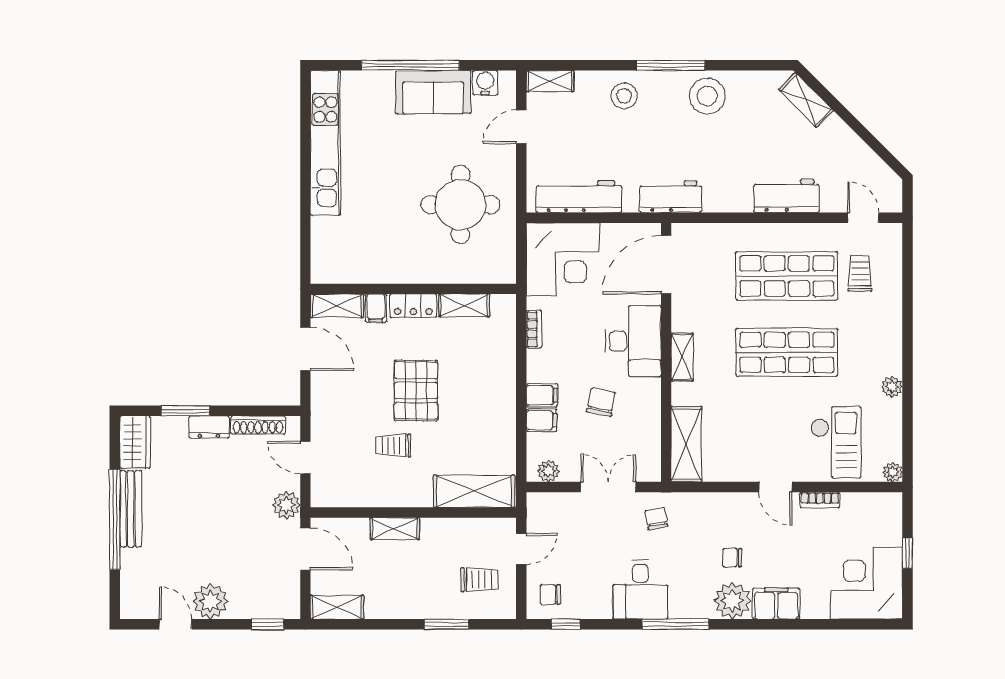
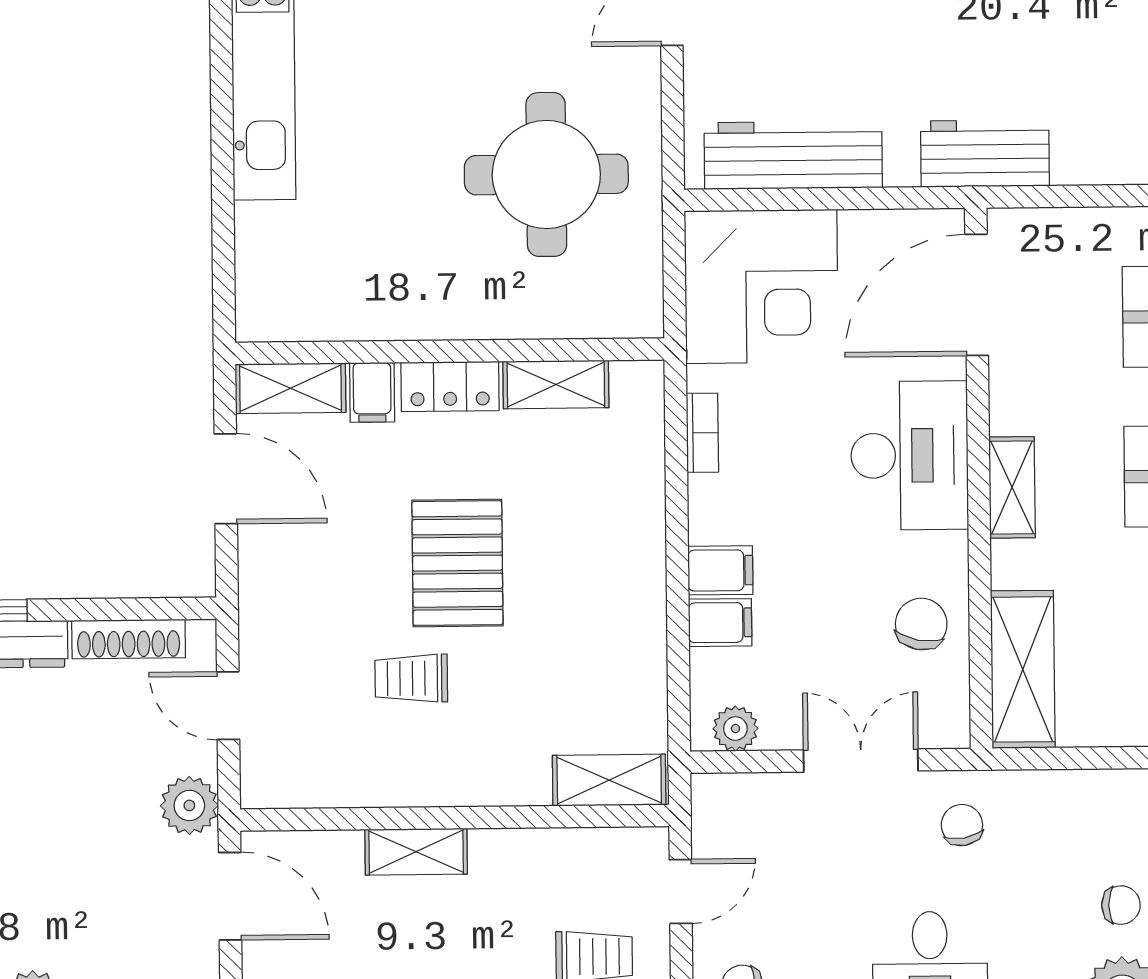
chair: (601, 402) -> (921, 624), moved
shelving: (474, 491) -> (609, 780), width x0.67, depth x0.75
chair: (732, 558) -> (1121, 905), turned 180

